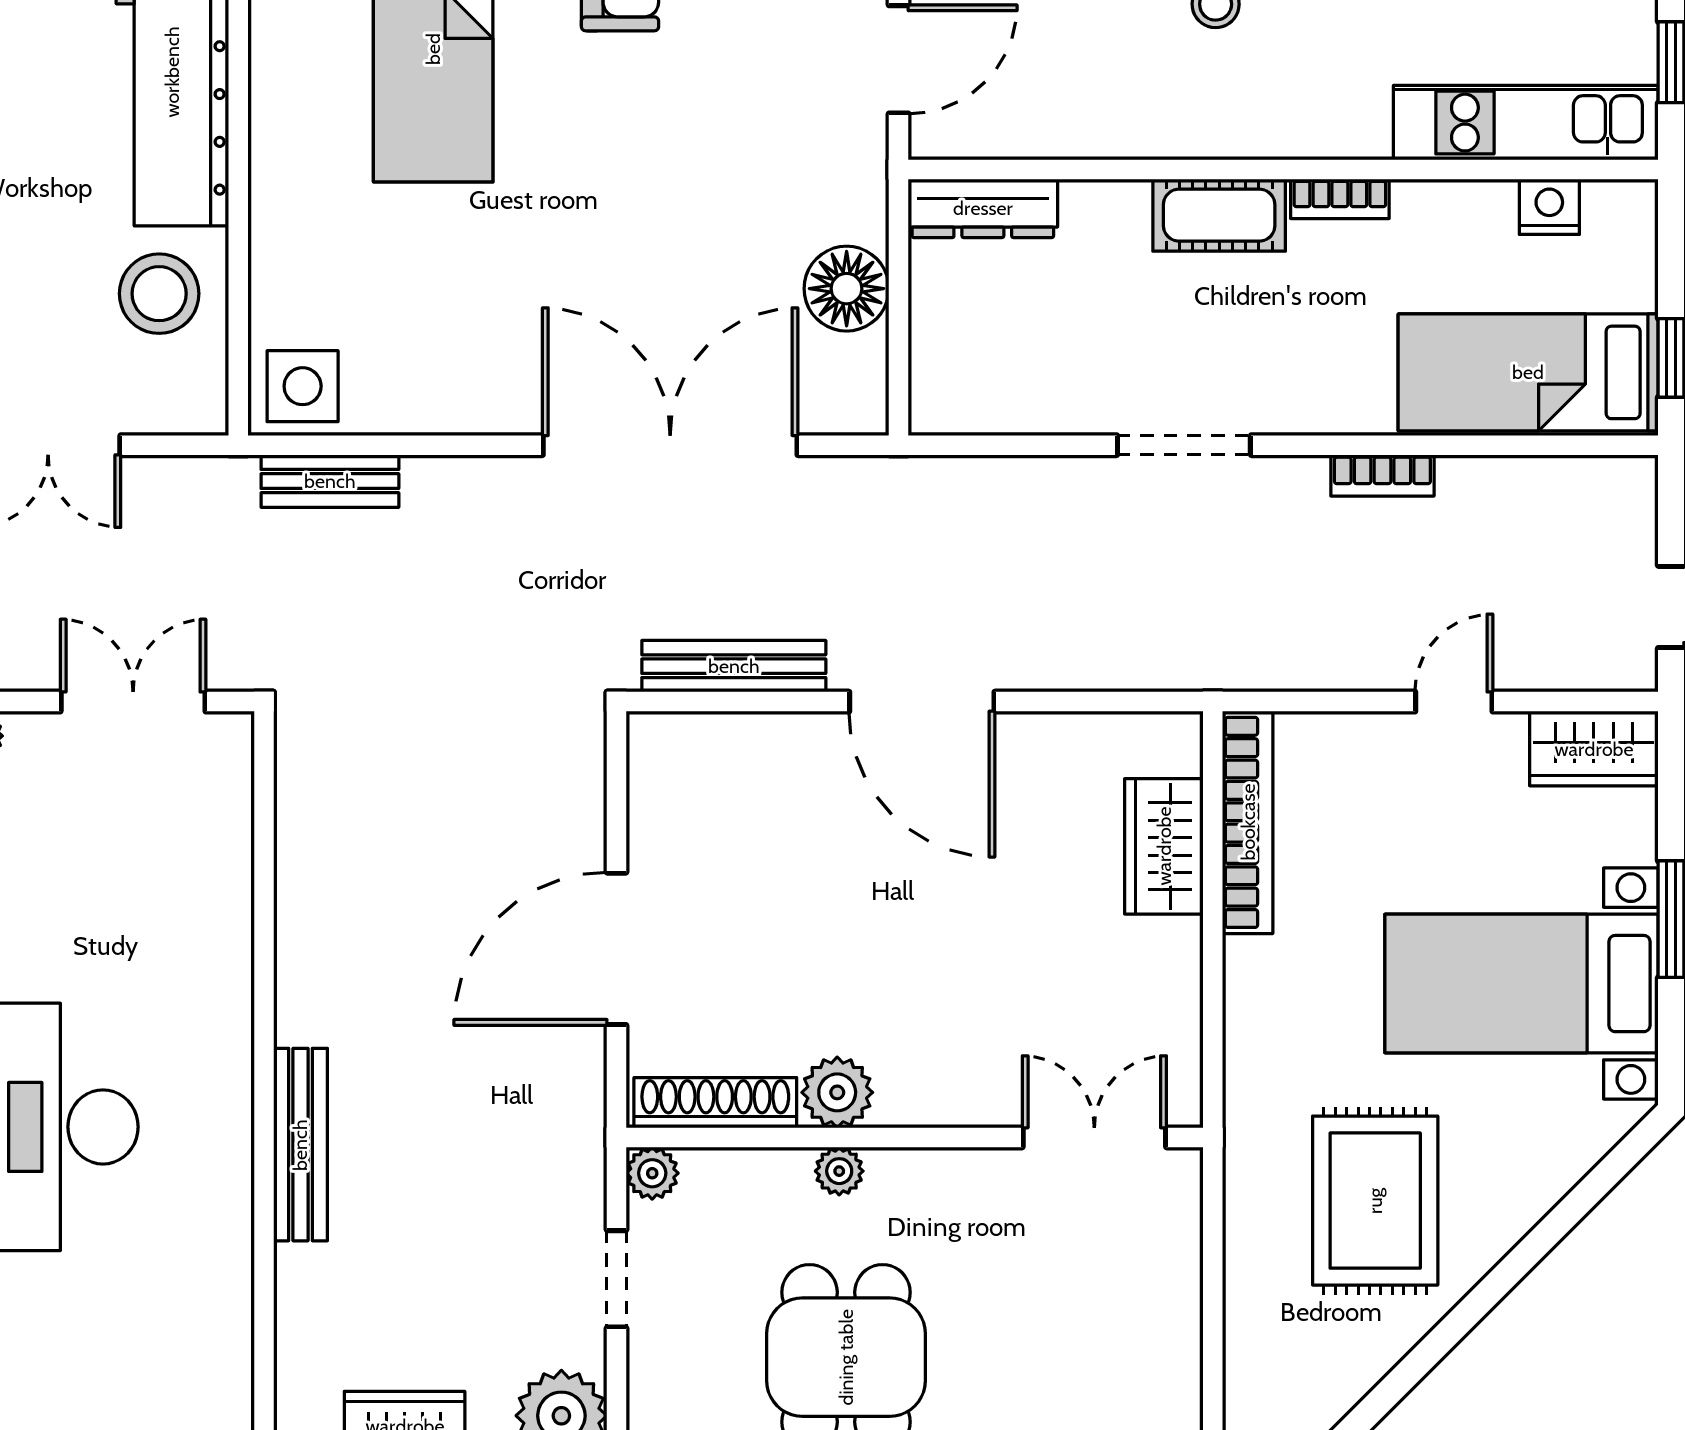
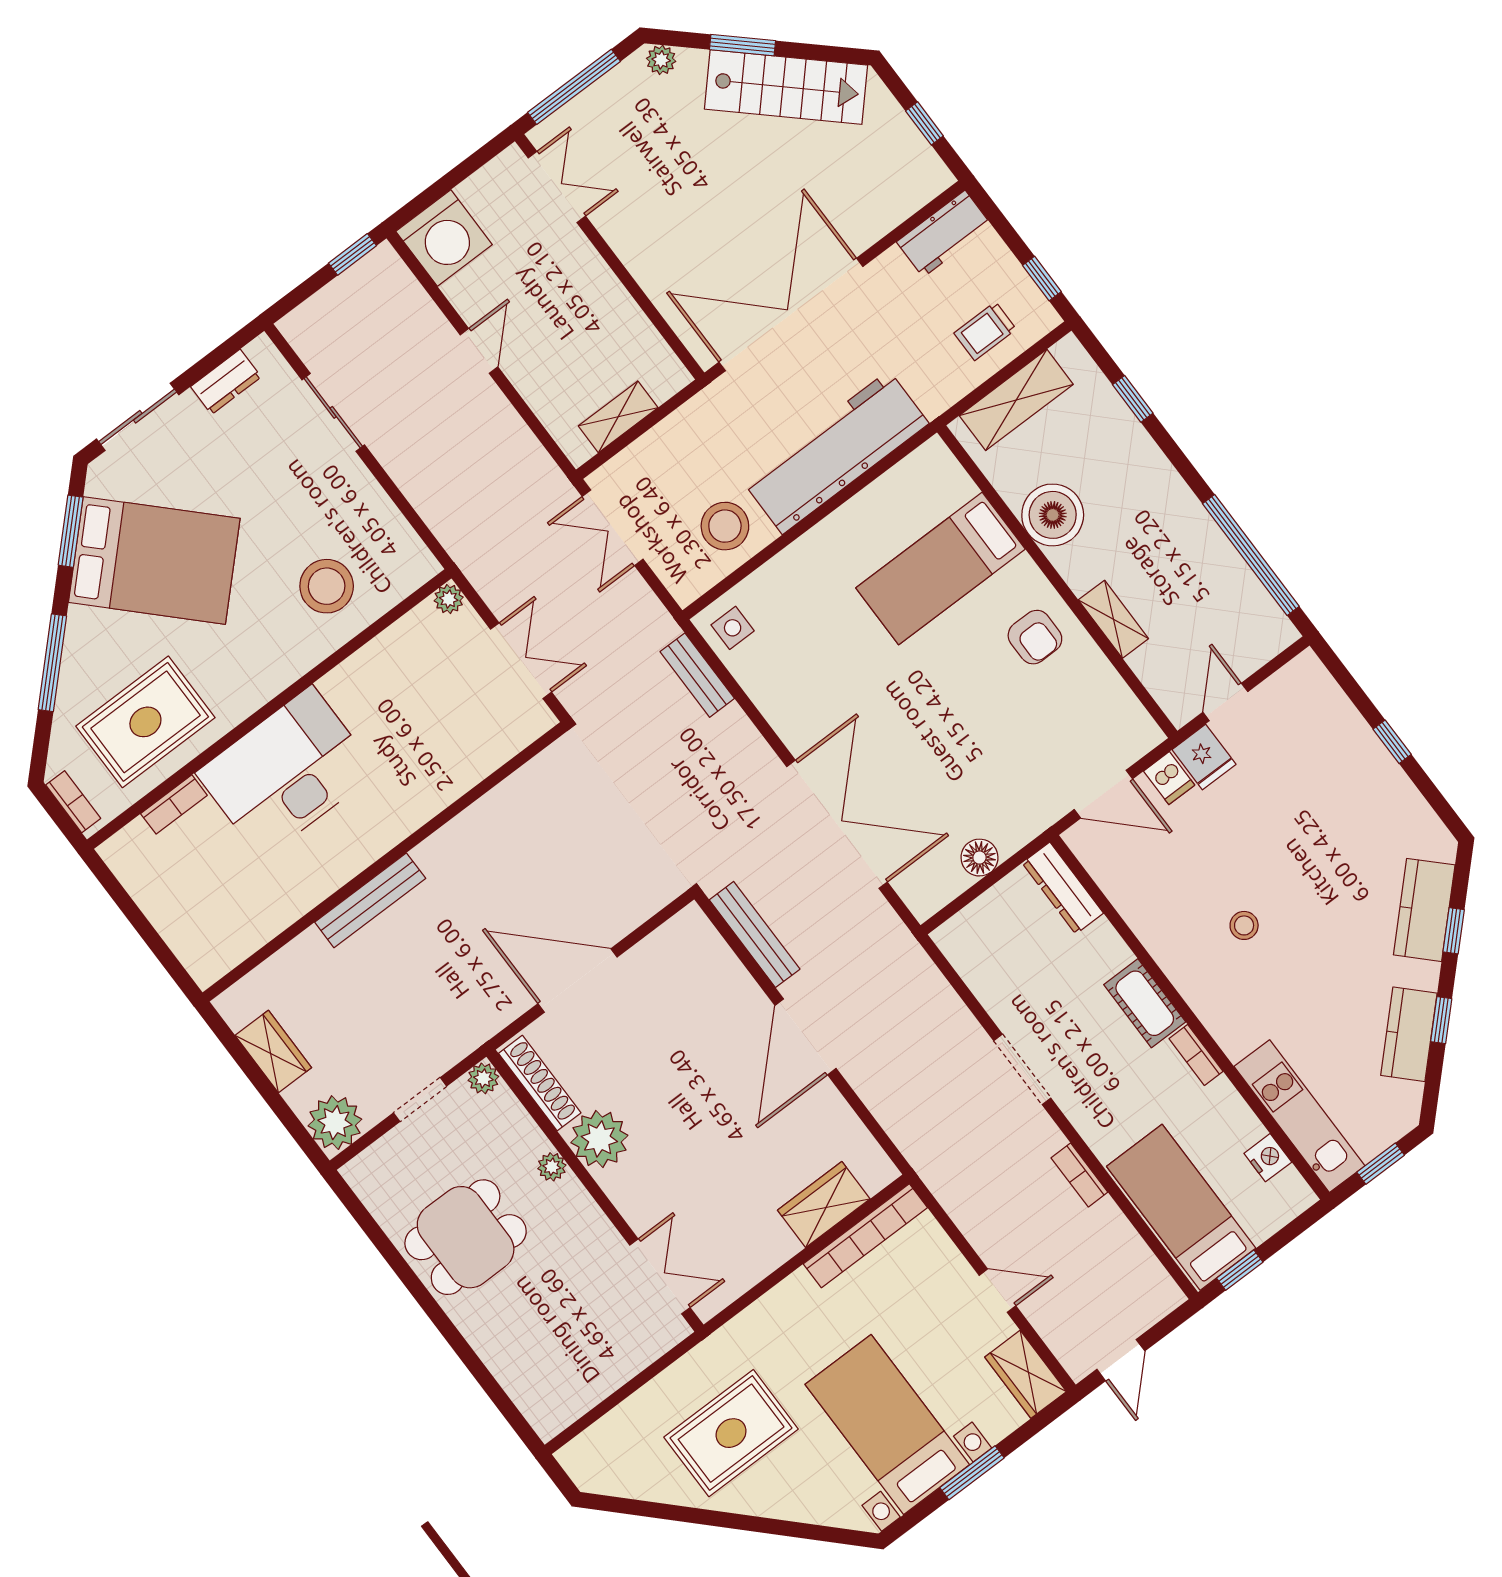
floor lamp: (847, 289) -> (979, 858), width x0.73, depth x0.73
side table: (303, 386) -> (733, 628), width x0.73, depth x0.73
plant: (837, 1092) -> (599, 1139), width x1.36, depth x1.36

